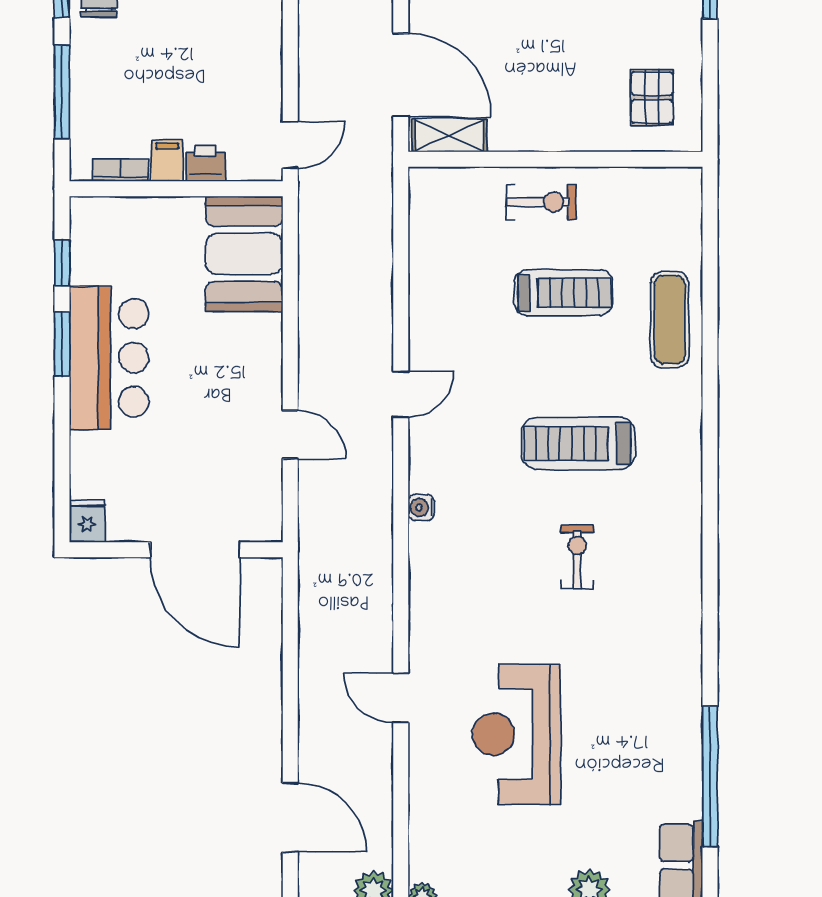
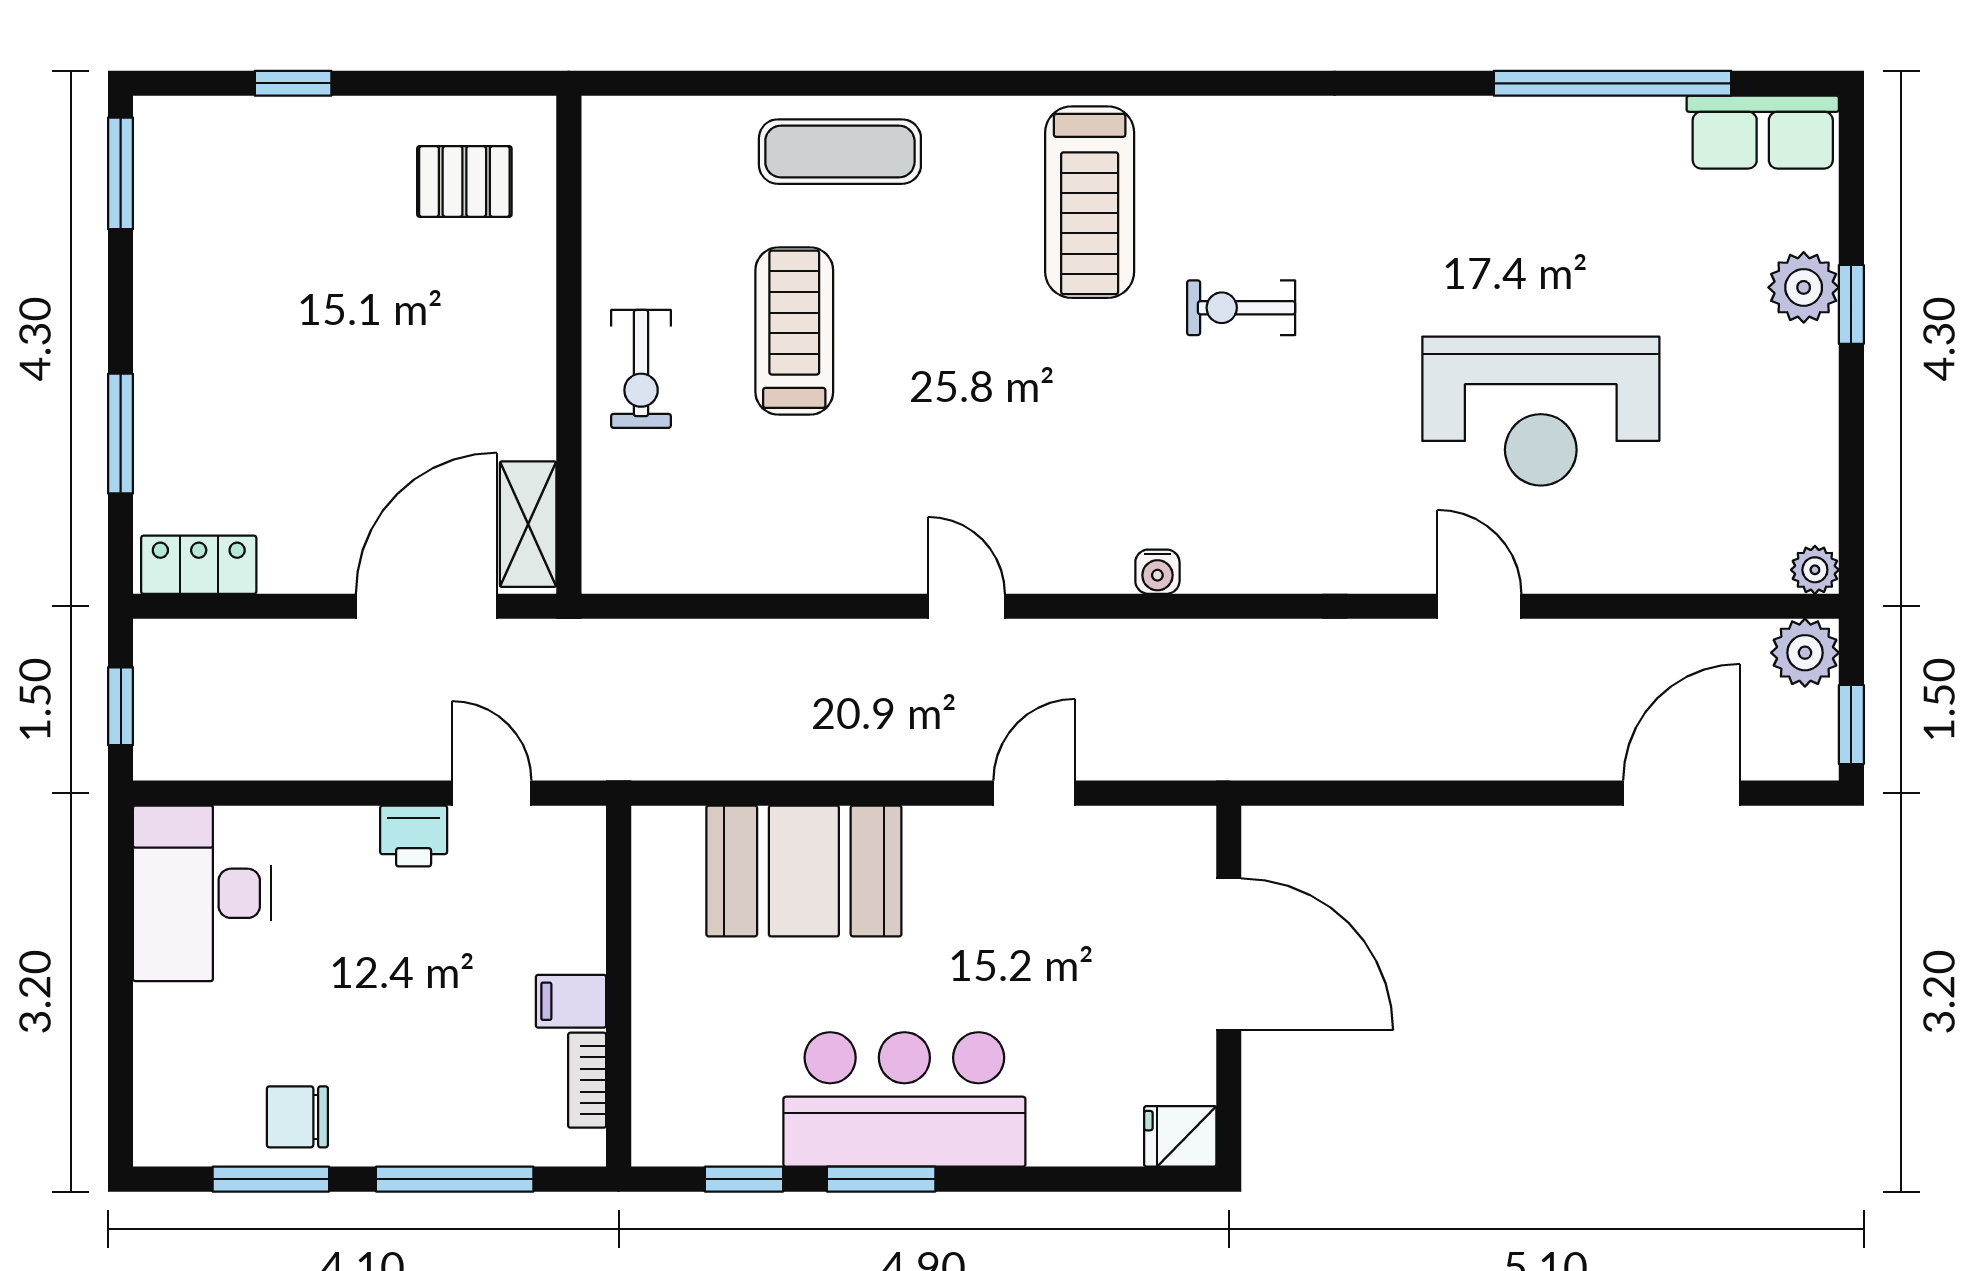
door: (290, 145) -> (492, 793), moved
printer: (206, 163) -> (414, 836), moved, turned -90
exercise bike: (541, 202) -> (641, 369), turned 180
booth: (244, 254) -> (804, 871), moved
treadmill: (578, 444) -> (1090, 202), moved
door: (195, 550) -> (1229, 954), hinge flipped
door: (401, 698) -> (1479, 606), swing flipped

